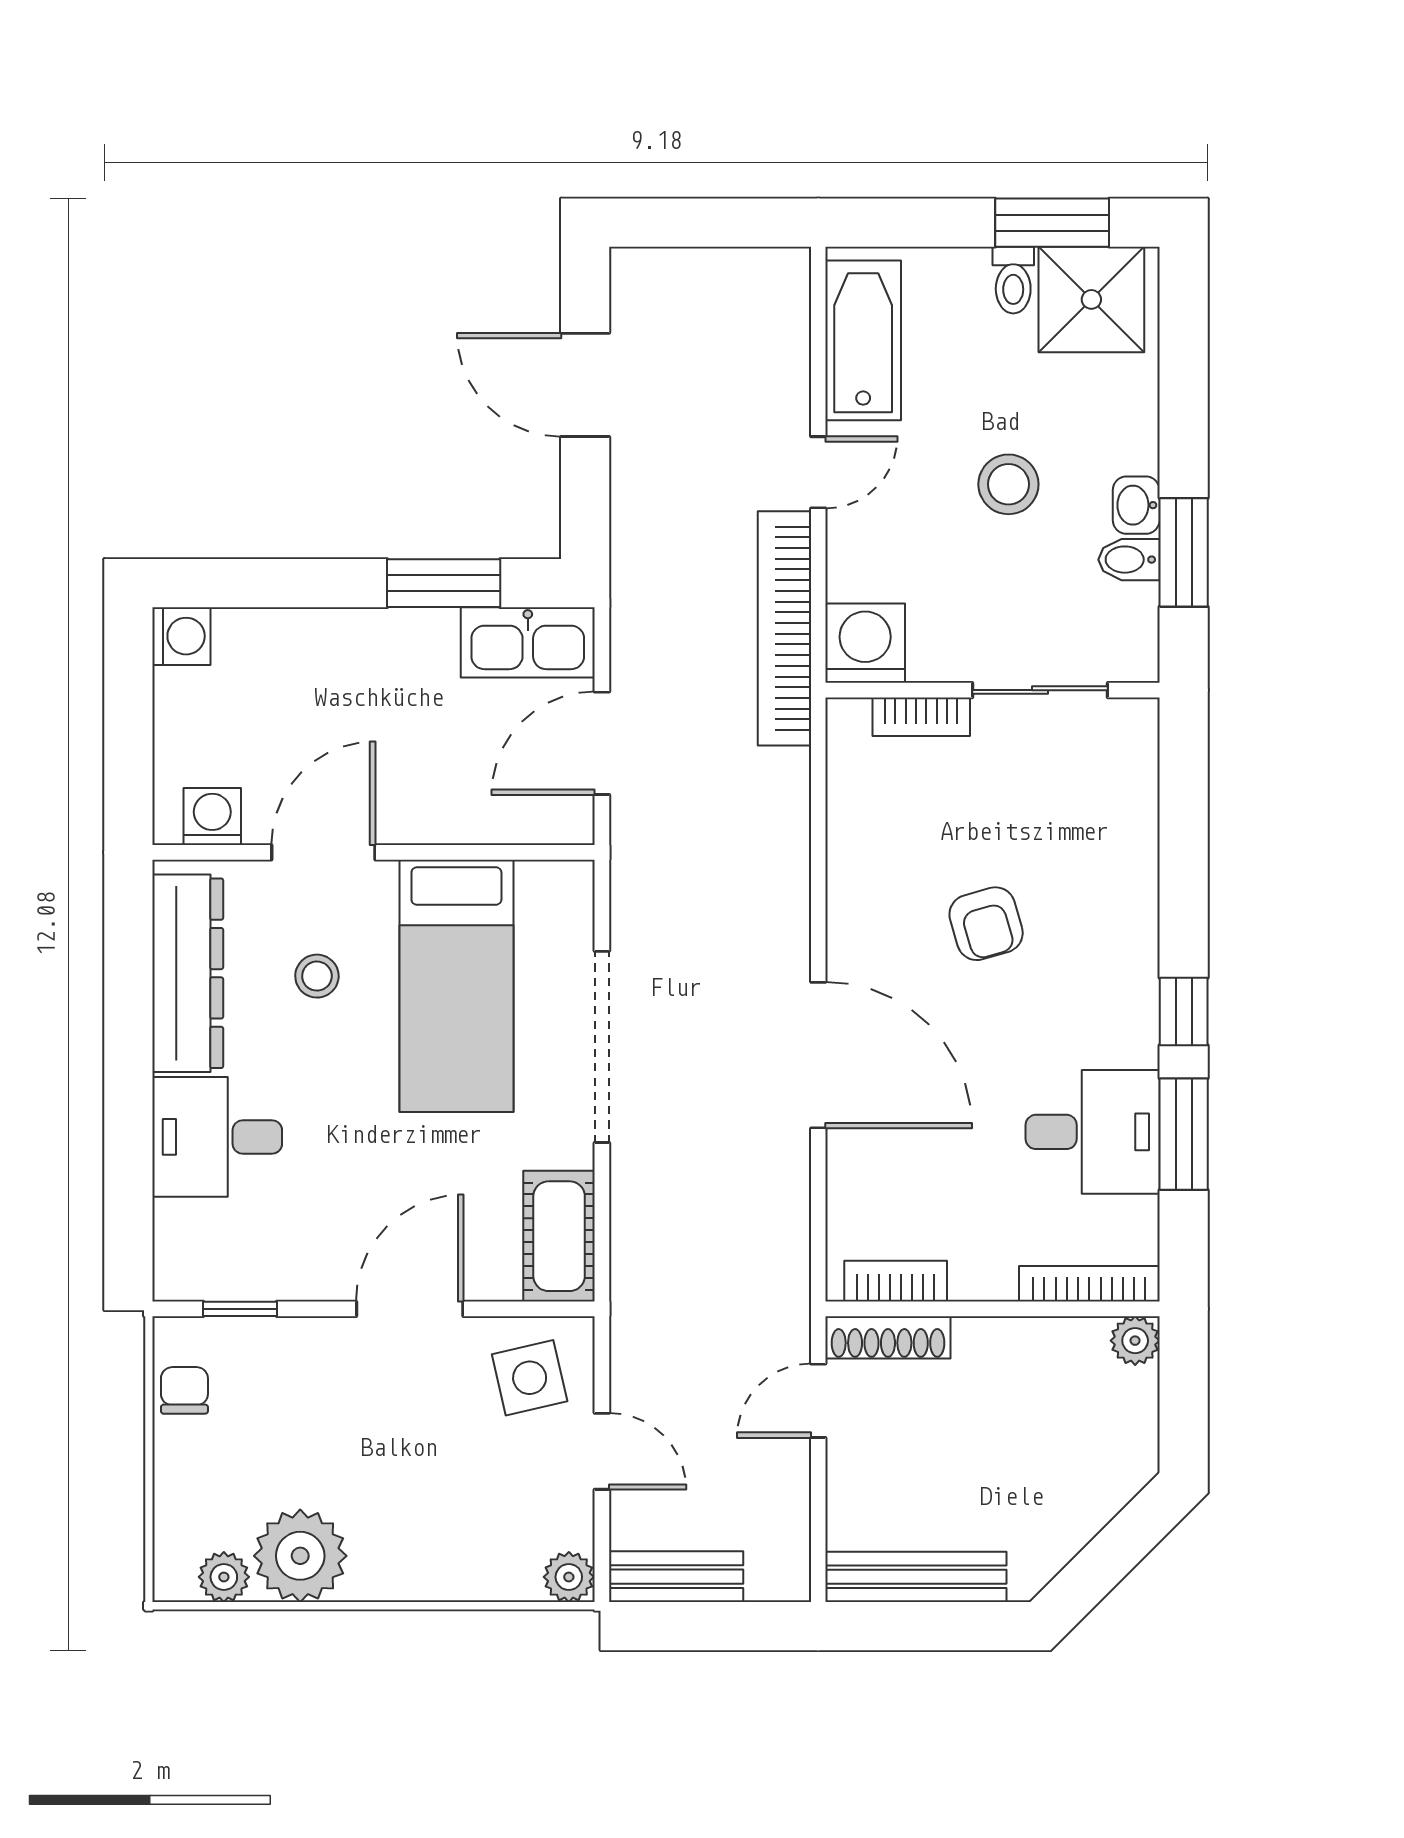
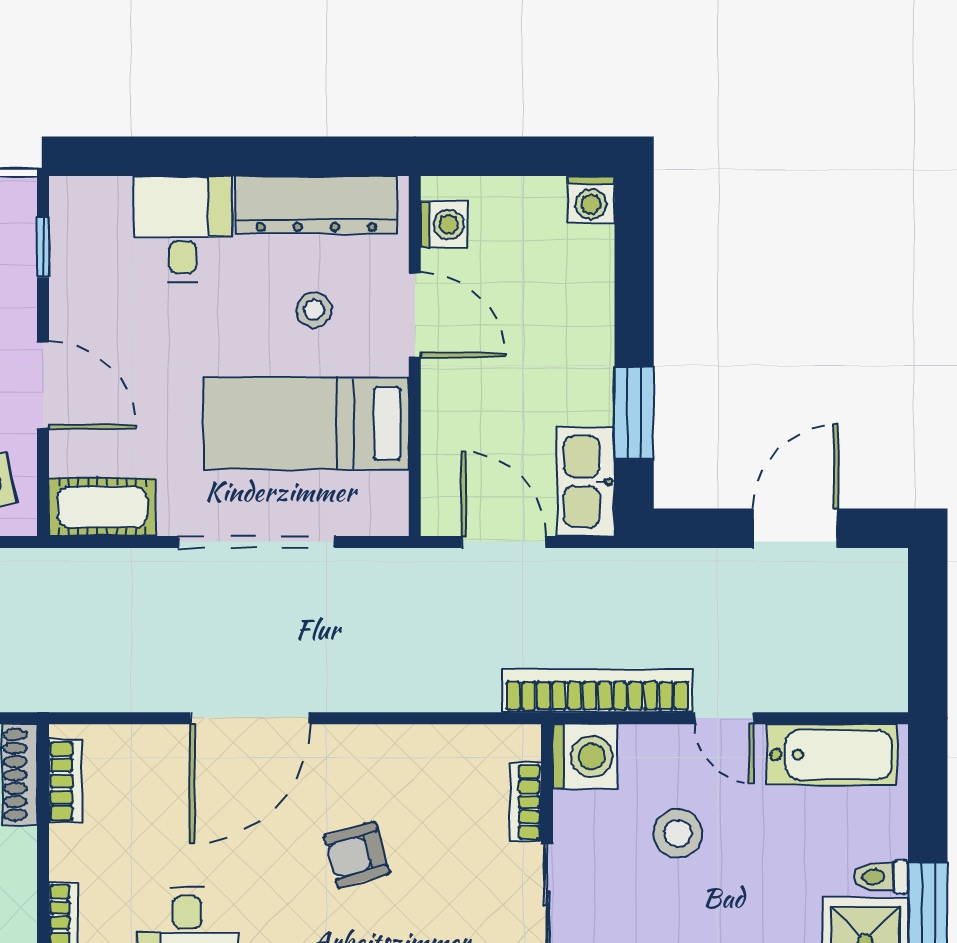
stool: (1008, 484) -> (678, 833), moved

